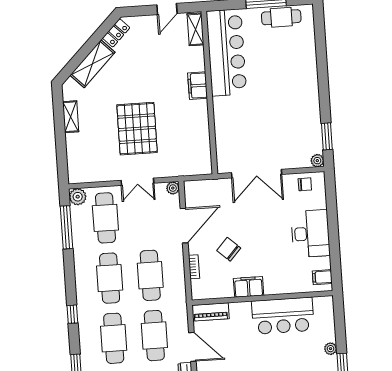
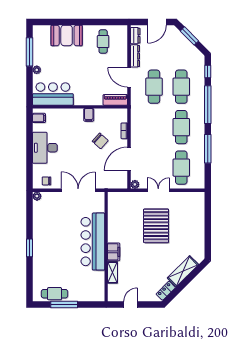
shelving: (195, 29) -> (113, 272), moved
bar counter: (226, 53) -> (93, 242), moved
shelving: (71, 117) -> (200, 237), removed
window: (327, 136) -> (29, 248), moved
plant: (78, 197) -> (199, 183), removed
window: (67, 227) -> (208, 149), moved
cafe table: (150, 275) -> (154, 127), removed
filing cabinet: (249, 287) -> (89, 115), width x0.50
window: (72, 314) -> (208, 105), width x3.17
bar counter: (283, 316) -> (53, 94), moved

